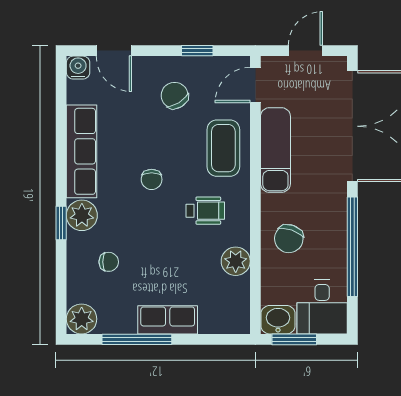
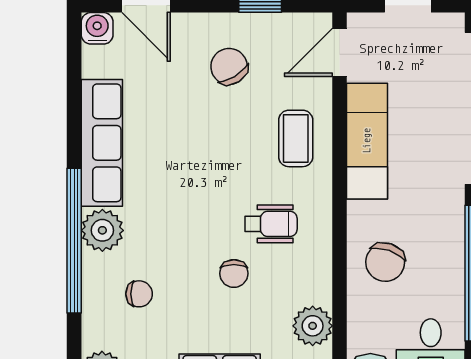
coffee table: (223, 148) -> (296, 138), width x0.73, depth x0.77
chair: (152, 179) -> (234, 273), moved
window: (61, 223) -> (74, 241), width x3.17
plant: (236, 261) -> (313, 326), moved

